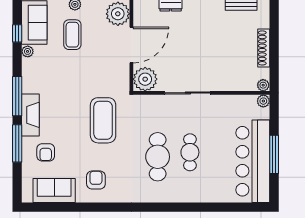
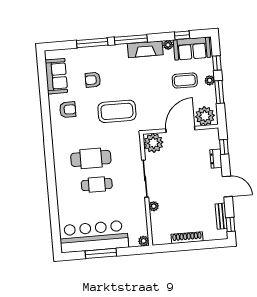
door: (131, 45) -> (180, 129), swing flipped
plant: (263, 85) -> (154, 206), moved
fireplace: (30, 115) -> (145, 49), moved
armchair: (46, 152) -> (93, 80), moved

